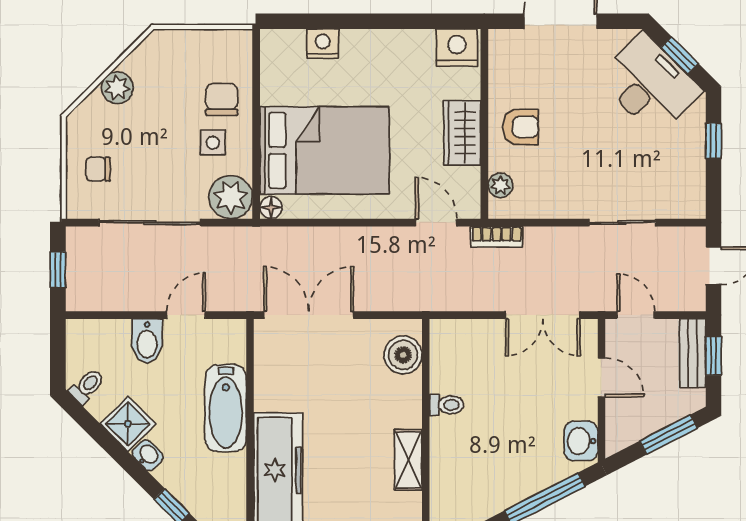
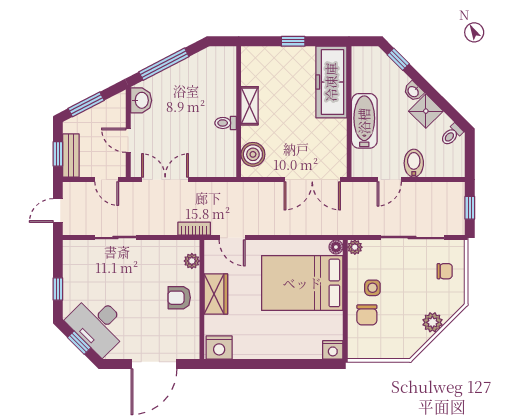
nightstand: (323, 44) -> (333, 350), moved
plant: (231, 197) -> (355, 247), width x0.53, depth x0.53
shelving: (408, 460) -> (250, 106), moved

